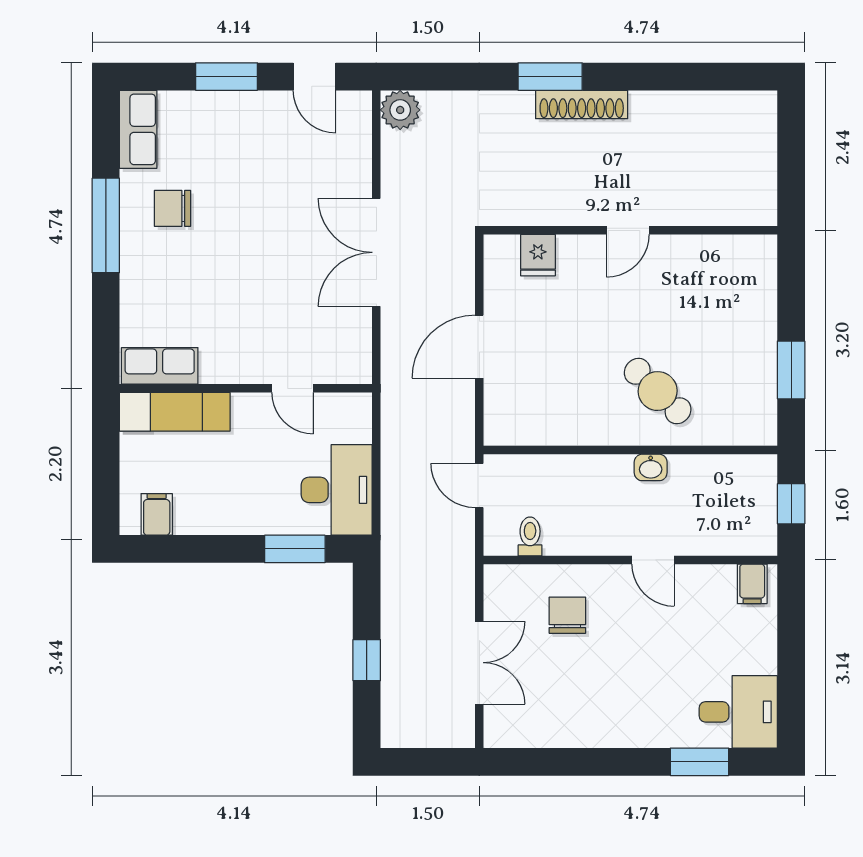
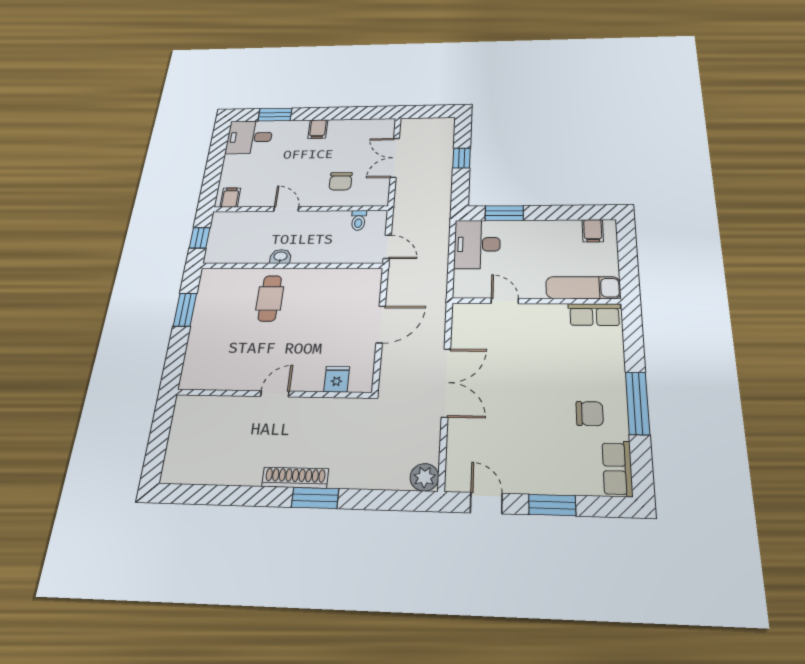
cafe table: (658, 391) -> (270, 298), turned 46
filing cabinet: (619, 728) -> (318, 129), added

